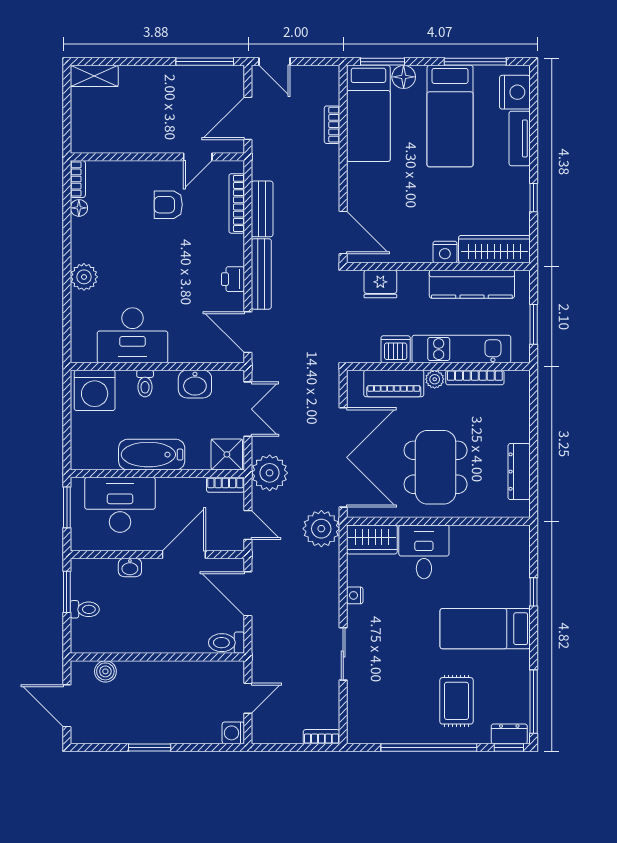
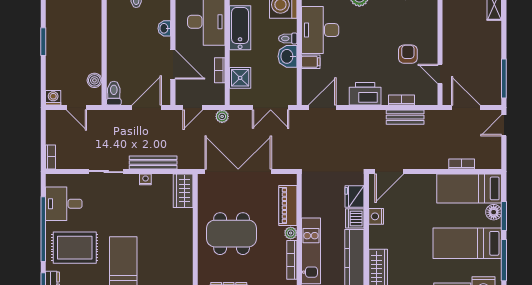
window: (382, 62) -> (504, 216), moved
bookcase: (237, 203) -> (401, 100), width x0.64
nightstand: (445, 252) -> (376, 216), moved
bench: (261, 274) -> (153, 162), moved
printer: (233, 279) -> (365, 94), width x1.87, depth x1.48
filing cabinet: (180, 349) -> (311, 62), added
dishwasher: (396, 349) -> (355, 218), moved, turned 180
washbasin: (195, 384) -> (287, 56), moved
shower: (227, 454) -> (240, 78), moved
bathtub: (152, 455) -> (240, 28), moved
double door: (343, 457) -> (238, 172), swing flipped
plant: (270, 473) -> (222, 116), width x0.53, depth x0.53
bookcase: (225, 485) -> (220, 70), moved
plant: (321, 529) -> (190, 157), removed
desk: (424, 552) -> (64, 204), moved, turned 180
boiler: (105, 671) -> (94, 80), moved
rug: (456, 701) -> (75, 248), width x1.36, depth x1.43

